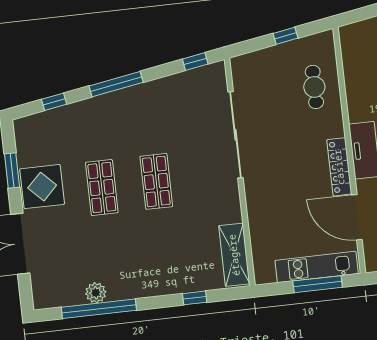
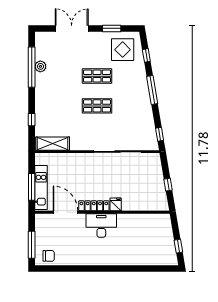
cafe table: (314, 87) -> (139, 197), removed
fridge: (332, 127) -> (116, 204), added
display table: (42, 187) -> (123, 50), moved
door: (357, 217) -> (65, 212), hinge flipped

